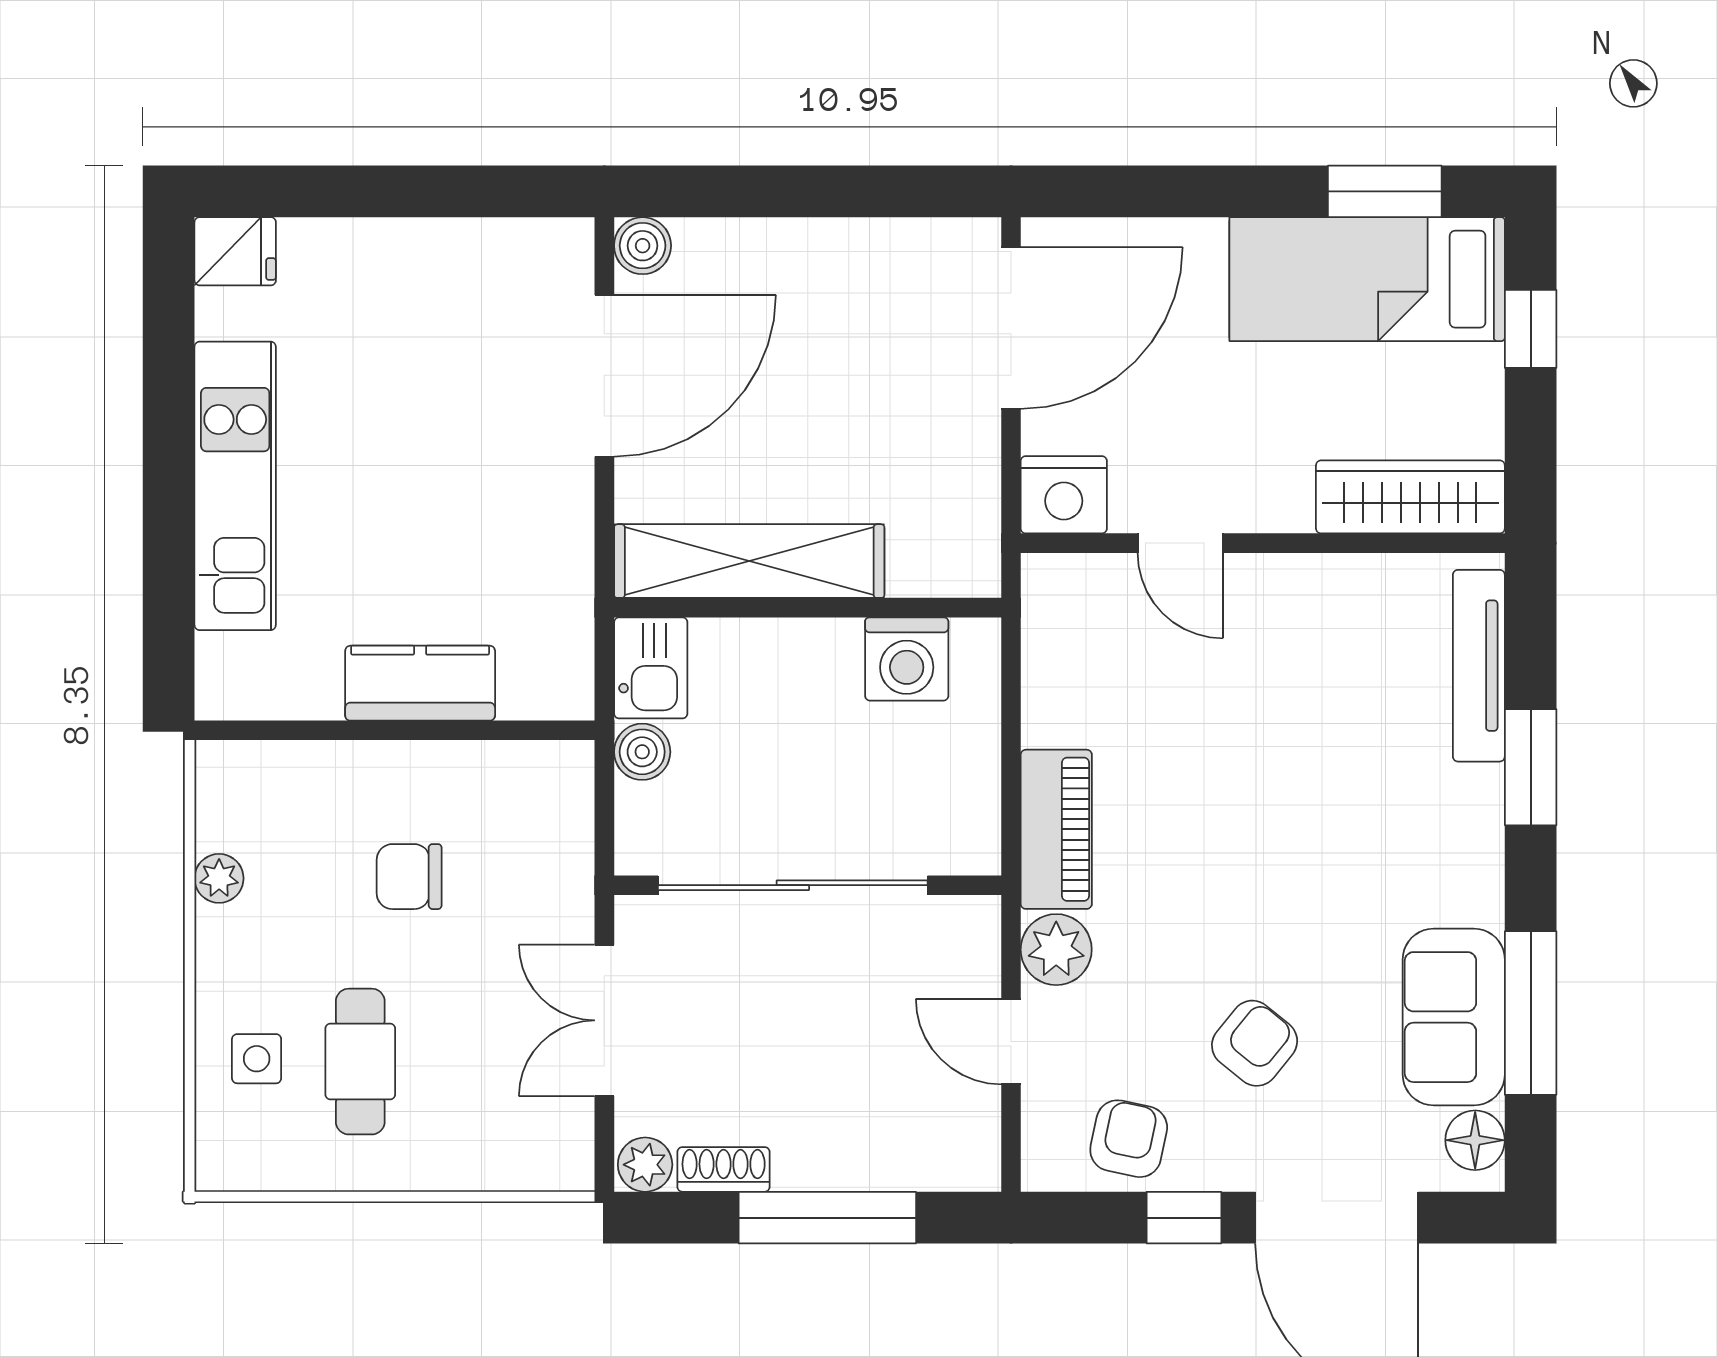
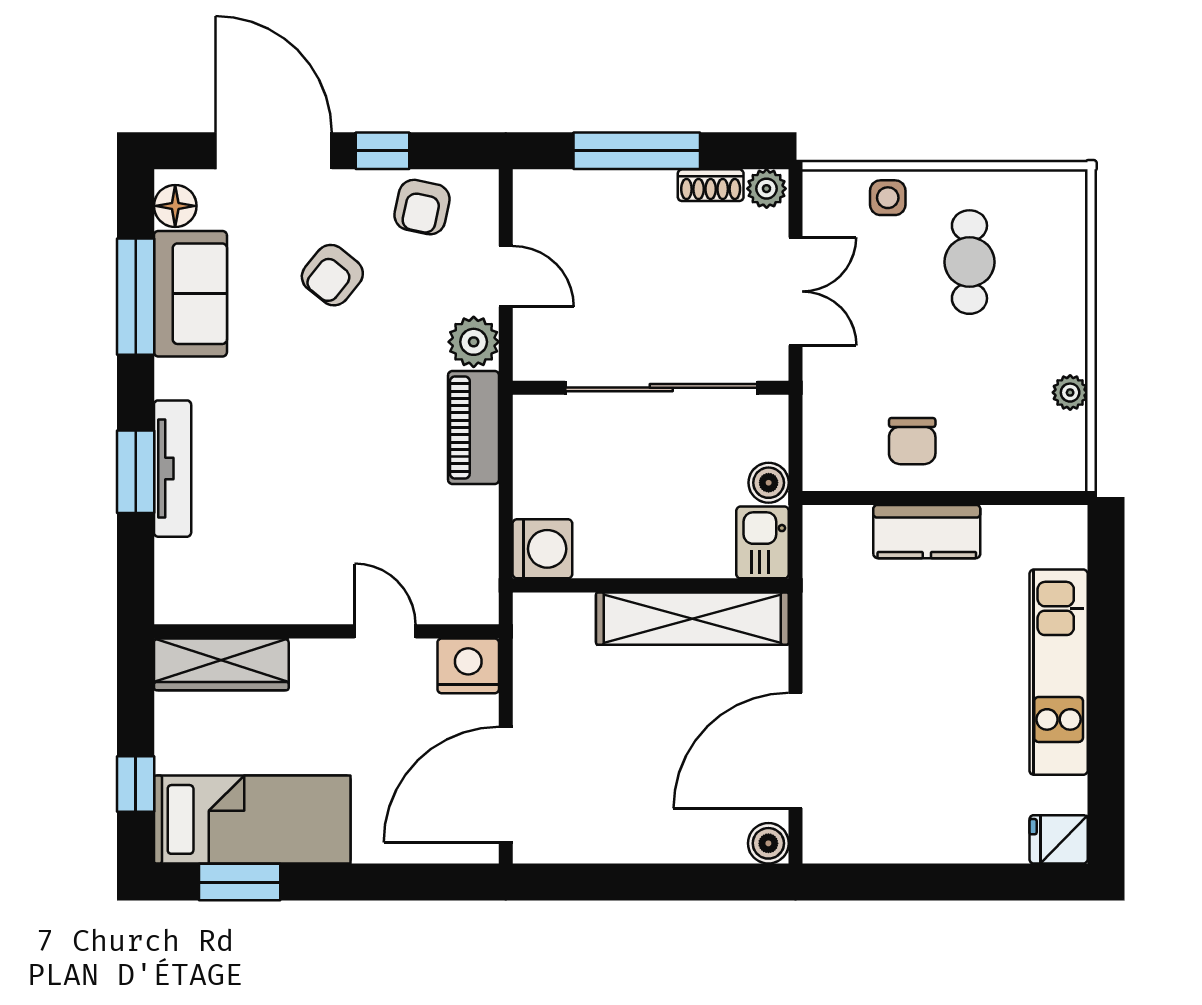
washing machine: (907, 659) -> (542, 549), moved, turned 90
tv unit: (1479, 666) -> (173, 469), moved
chair: (409, 877) -> (912, 441), moved, turned 90
side table: (257, 1059) -> (888, 198), moved

